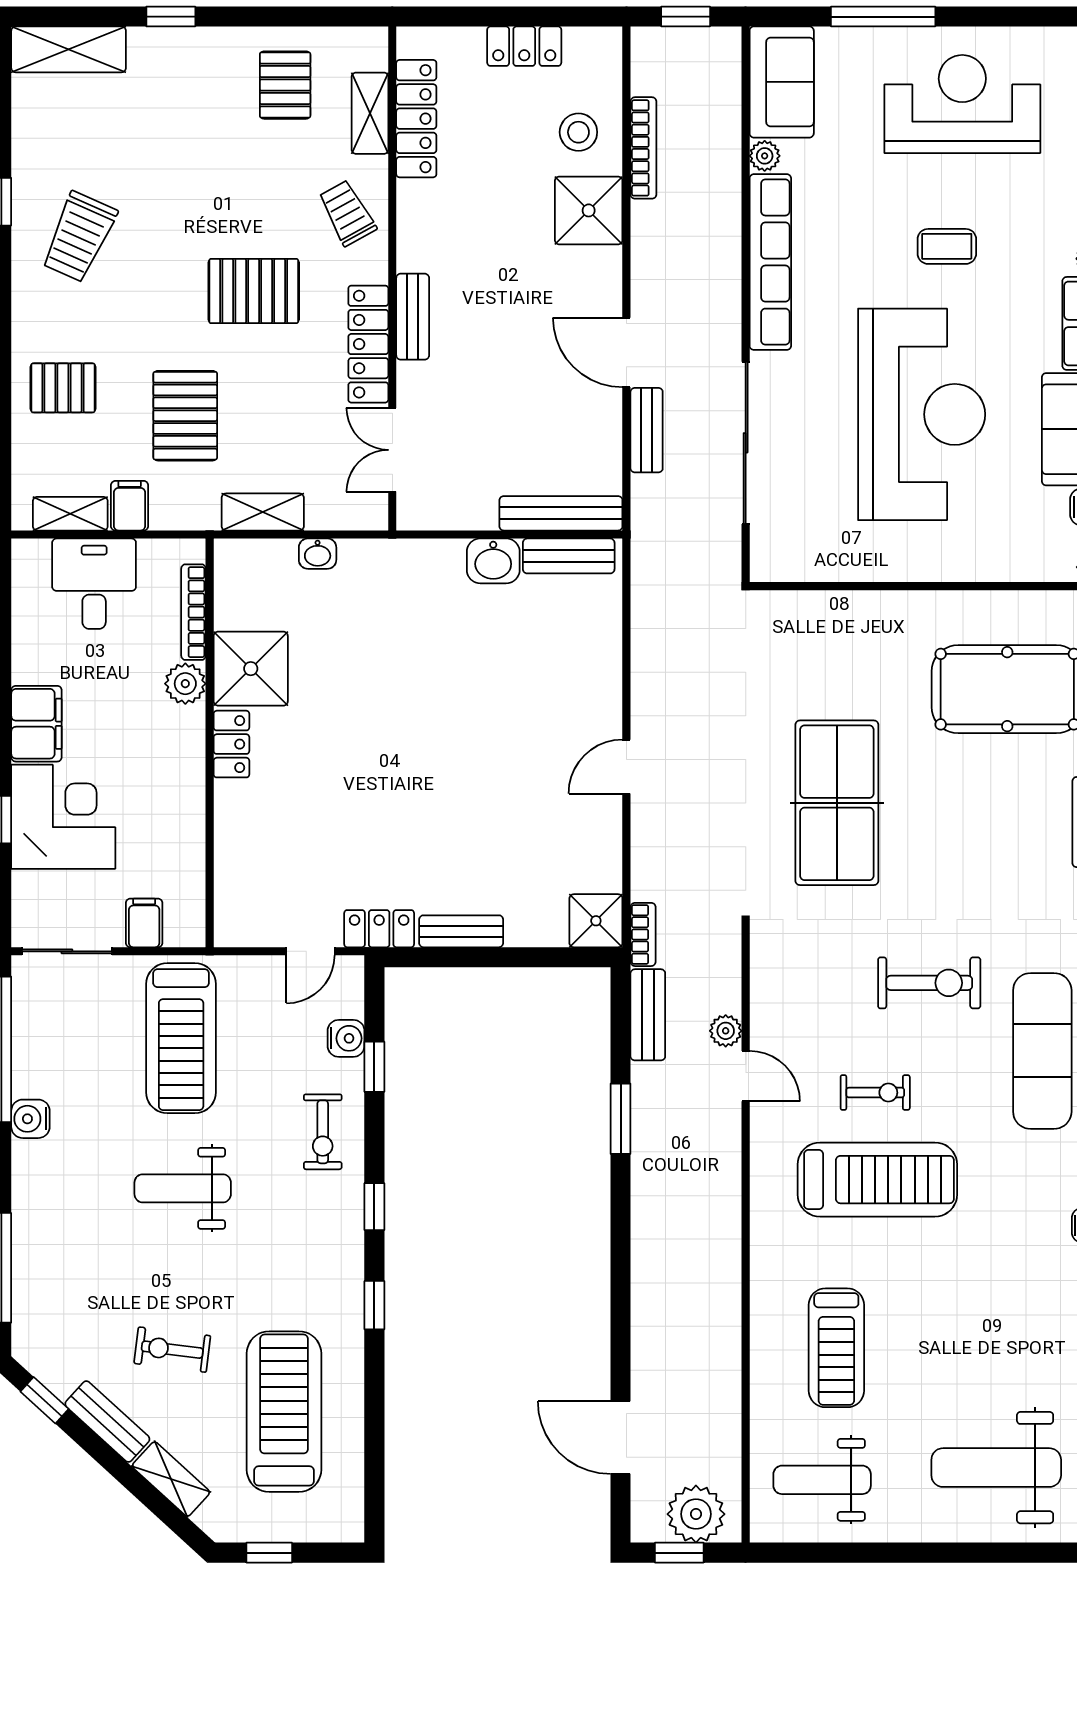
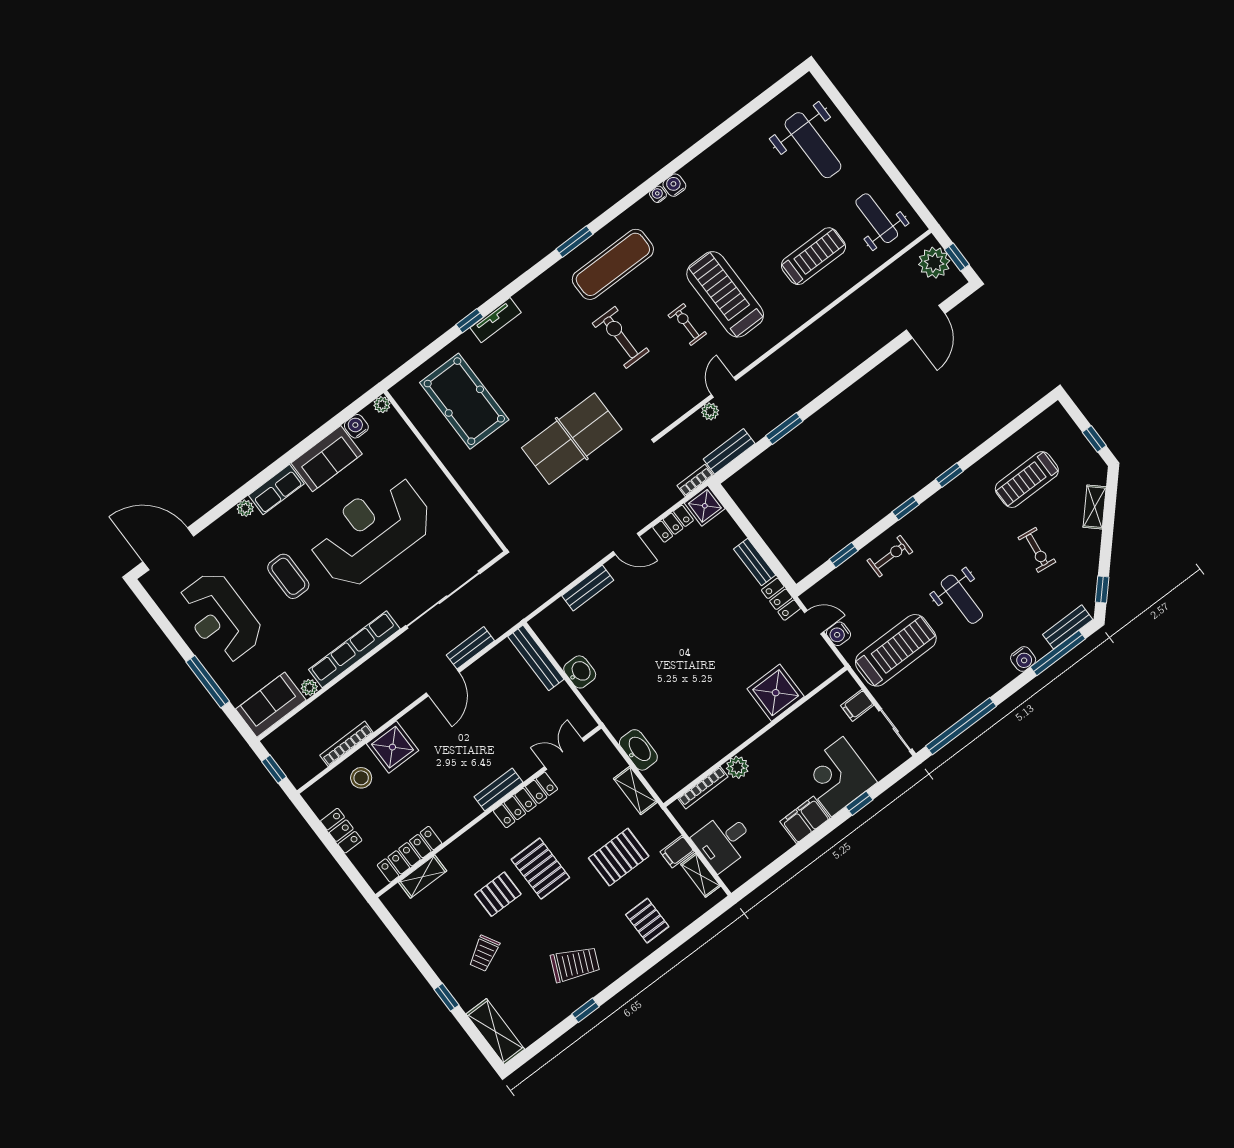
pallet: (285, 85) -> (498, 894), moved
trolley: (347, 213) -> (484, 953), moved
coffee table: (947, 246) -> (288, 576), width x1.36, depth x1.30
double door: (392, 450) -> (564, 754), swing flipped
washbasin: (318, 554) -> (638, 750), width x1.91, depth x1.45
bench: (569, 556) -> (588, 588), moved, turned 90
shower: (251, 669) -> (776, 693), moved
locker: (231, 744) -> (673, 524), moved, turned 180
water cooler: (346, 1038) -> (838, 634), moved, turned -90
water cooler: (30, 1119) -> (1023, 659), moved
treadmill: (284, 1412) -> (1027, 480), width x0.73, depth x0.73
bench: (107, 1422) -> (1068, 627), moved, turned 48
weight bench: (822, 1480) -> (877, 218), turned 180

